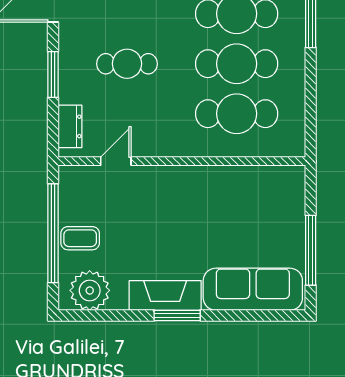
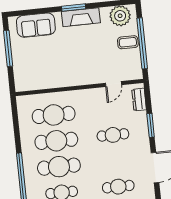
sofa: (253, 289) -> (36, 25), width x0.73

